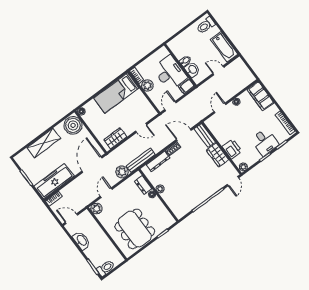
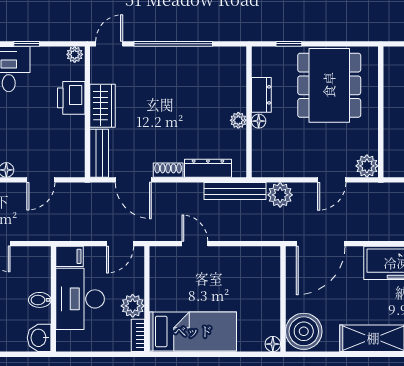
washbasin: (192, 70) -> (39, 338), moved
wardrobe: (115, 138) -> (250, 258), removed
dresser: (143, 185) -> (261, 95), moved

